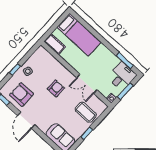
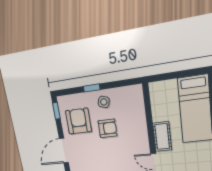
cot: (55, 44) -> (162, 137), moved
armchair: (56, 88) -> (108, 128), moved

